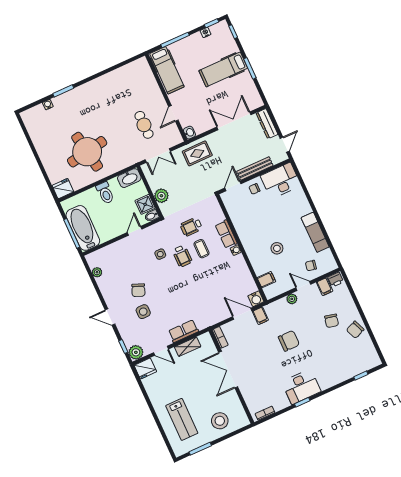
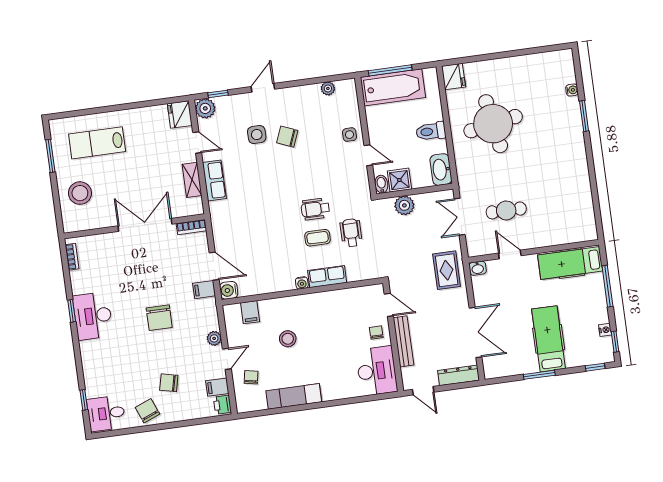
side table: (160, 254) -> (349, 135), moved
door: (242, 314) -> (214, 266), hinge flipped
door: (161, 351) -> (197, 143), swing flipped
desk: (365, 357) -> (106, 413), added

